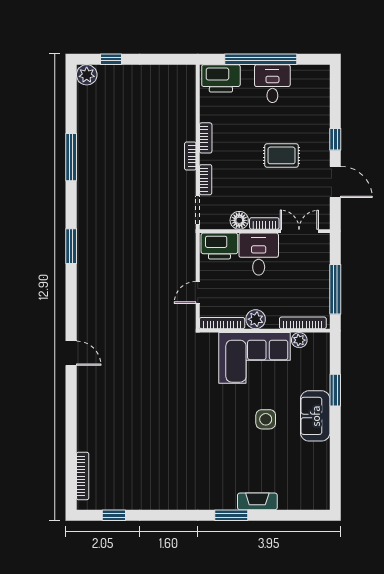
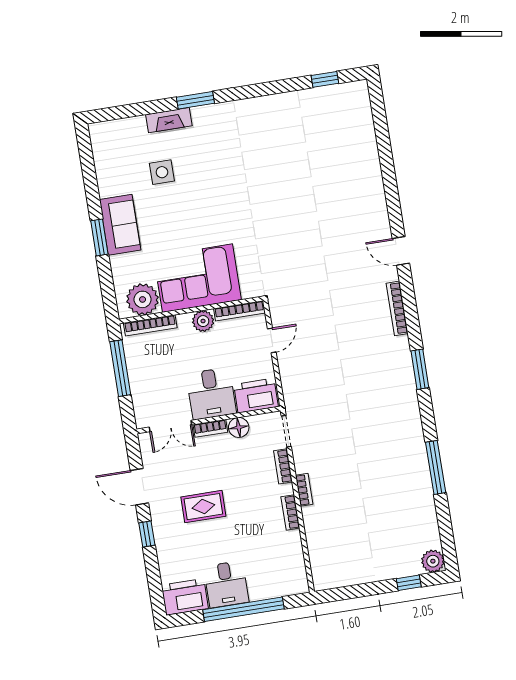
printer: (221, 78) -> (185, 597), moved
plant: (299, 340) -> (143, 299), width x1.87, depth x1.87
window: (335, 390) -> (99, 237), moved
side table: (266, 419) -> (162, 172), moved
bookcase: (83, 476) -> (397, 308), moved

